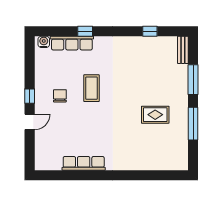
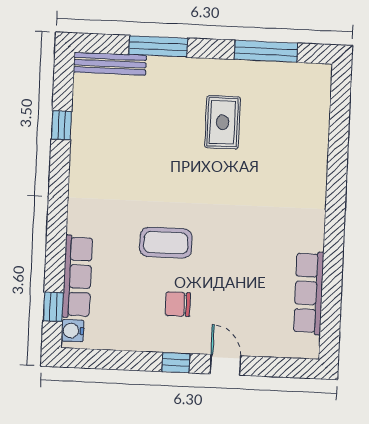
window: (85, 31) -> (53, 307), moved
bench: (183, 50) -> (110, 64), width x1.36
window: (193, 124) -> (266, 51), moved
row of seats: (84, 163) -> (309, 293), moved

